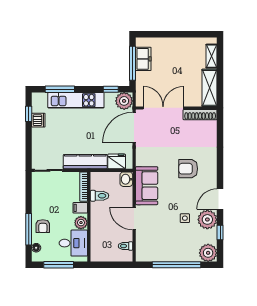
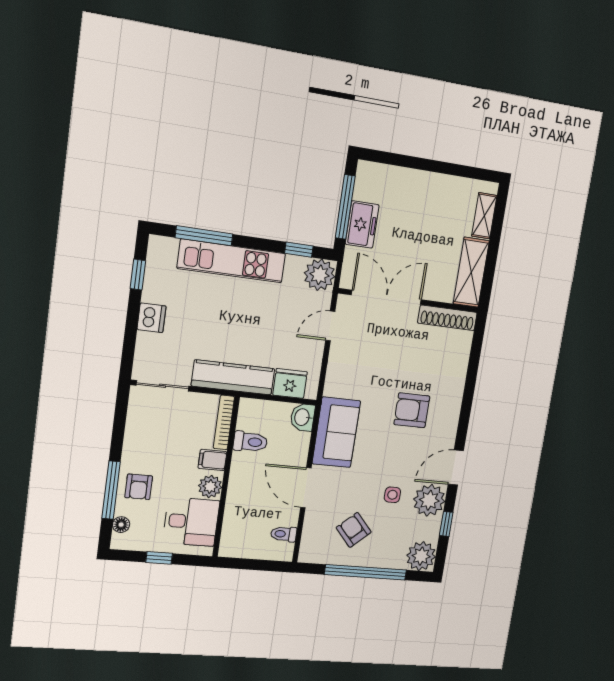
freezer: (143, 59) -> (362, 224), moved
dishwasher: (38, 120) -> (152, 318), moved
door: (134, 127) -> (330, 326), width x0.53
armchair: (165, 240) -> (354, 530), added
window: (59, 265) -> (159, 558), width x0.46

